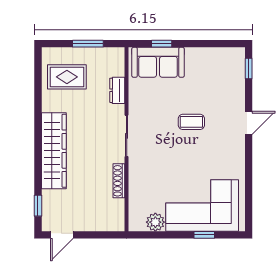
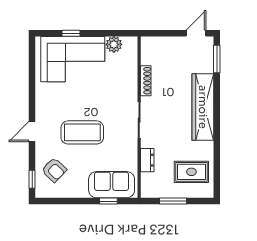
armchair: (224, 79) -> (54, 170), added
coffee table: (191, 122) -> (82, 132), width x1.86, depth x1.72
window: (38, 206) -> (217, 59), width x1.50

